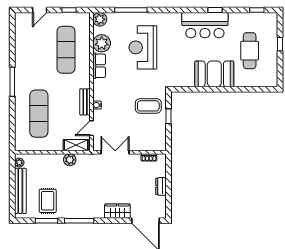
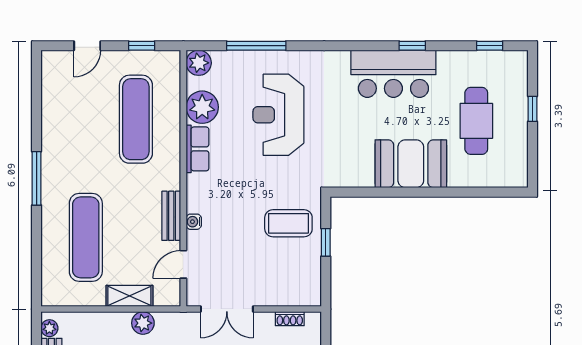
shelving: (76, 145) -> (129, 296), moved
double door: (115, 152) -> (227, 309), swing flipped

